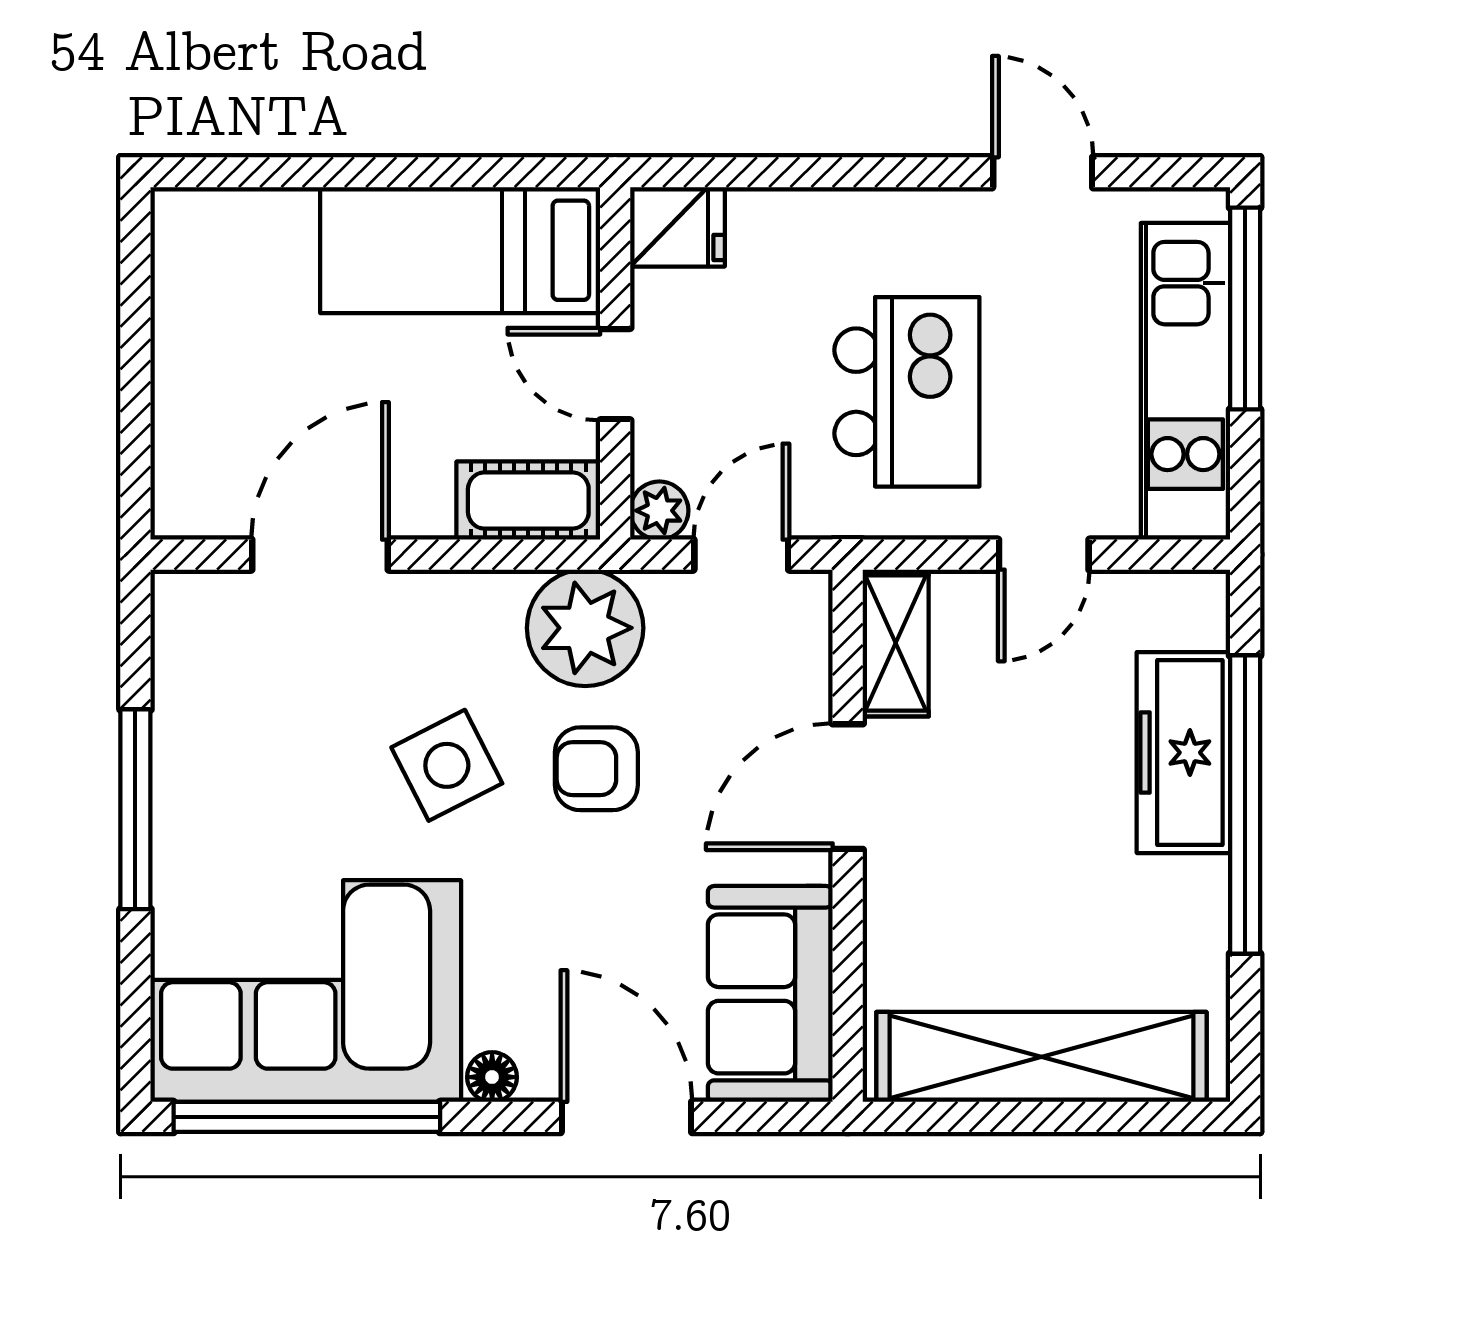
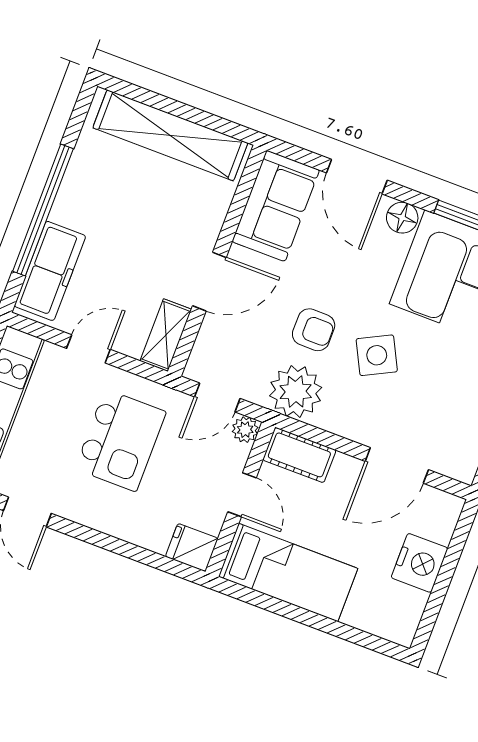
nightstand: (198, 372) -> (420, 563), added
kitchen island: (907, 392) -> (121, 440), turned 180
freezer: (1183, 753) -> (50, 271), moved
floor lamp: (492, 1077) -> (402, 218), width x1.37, depth x1.37

